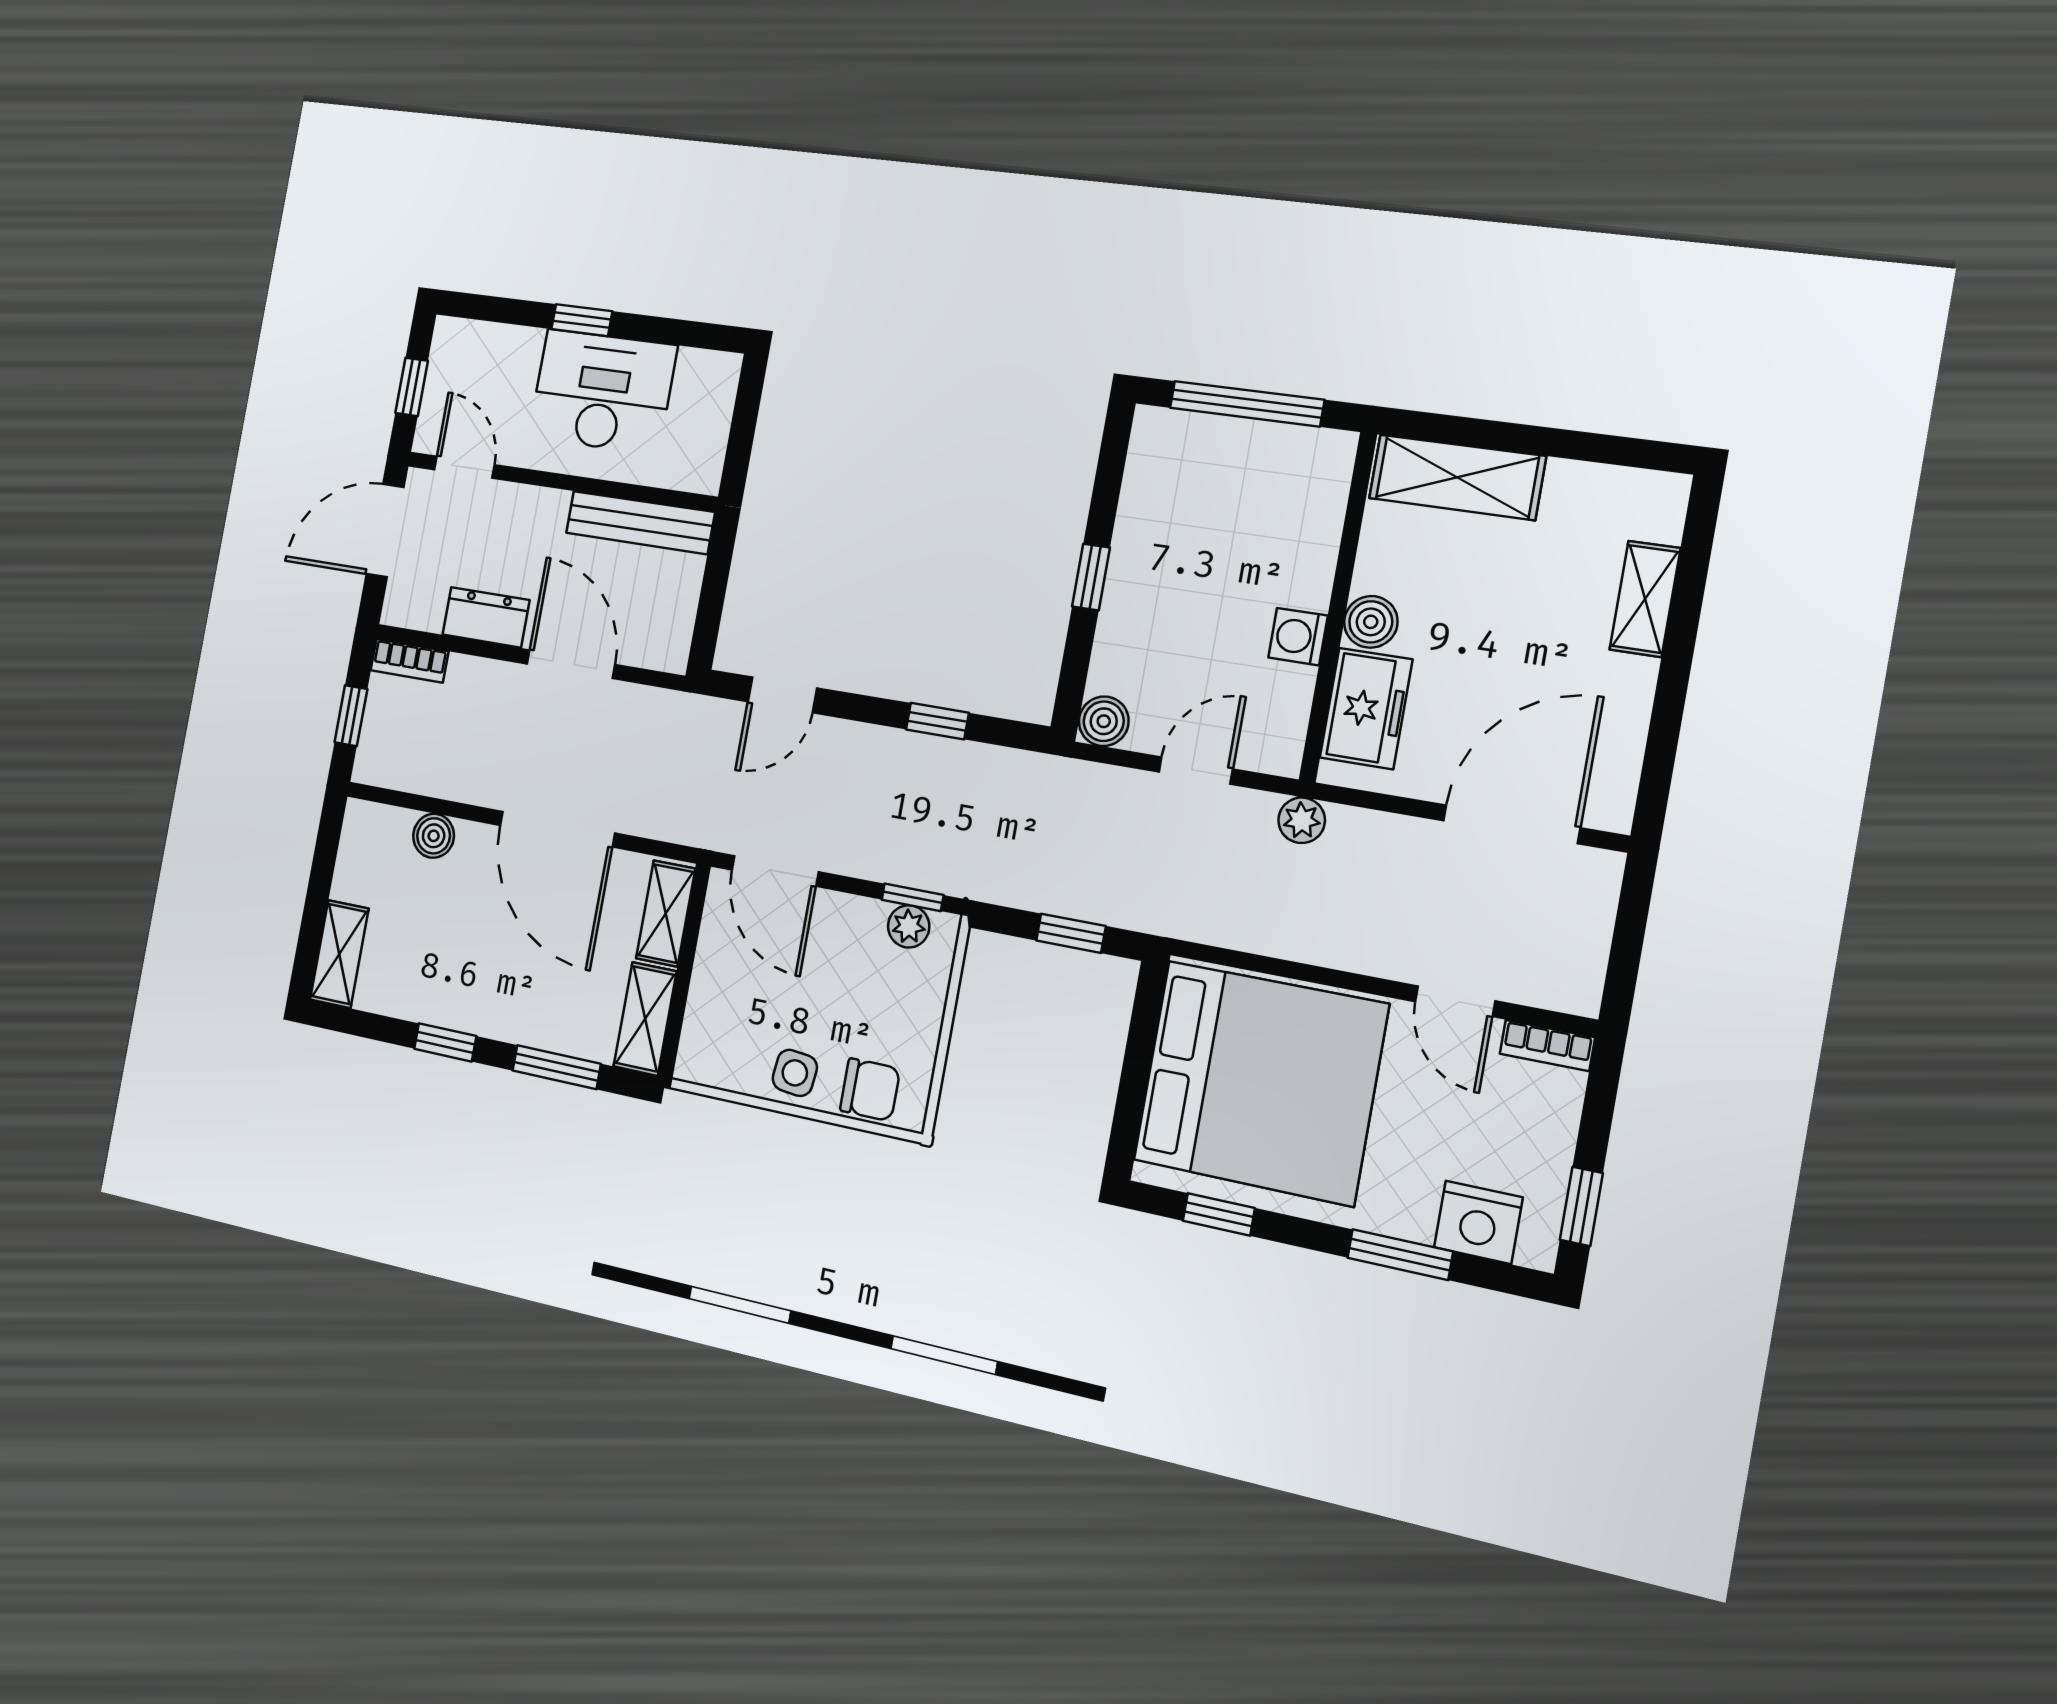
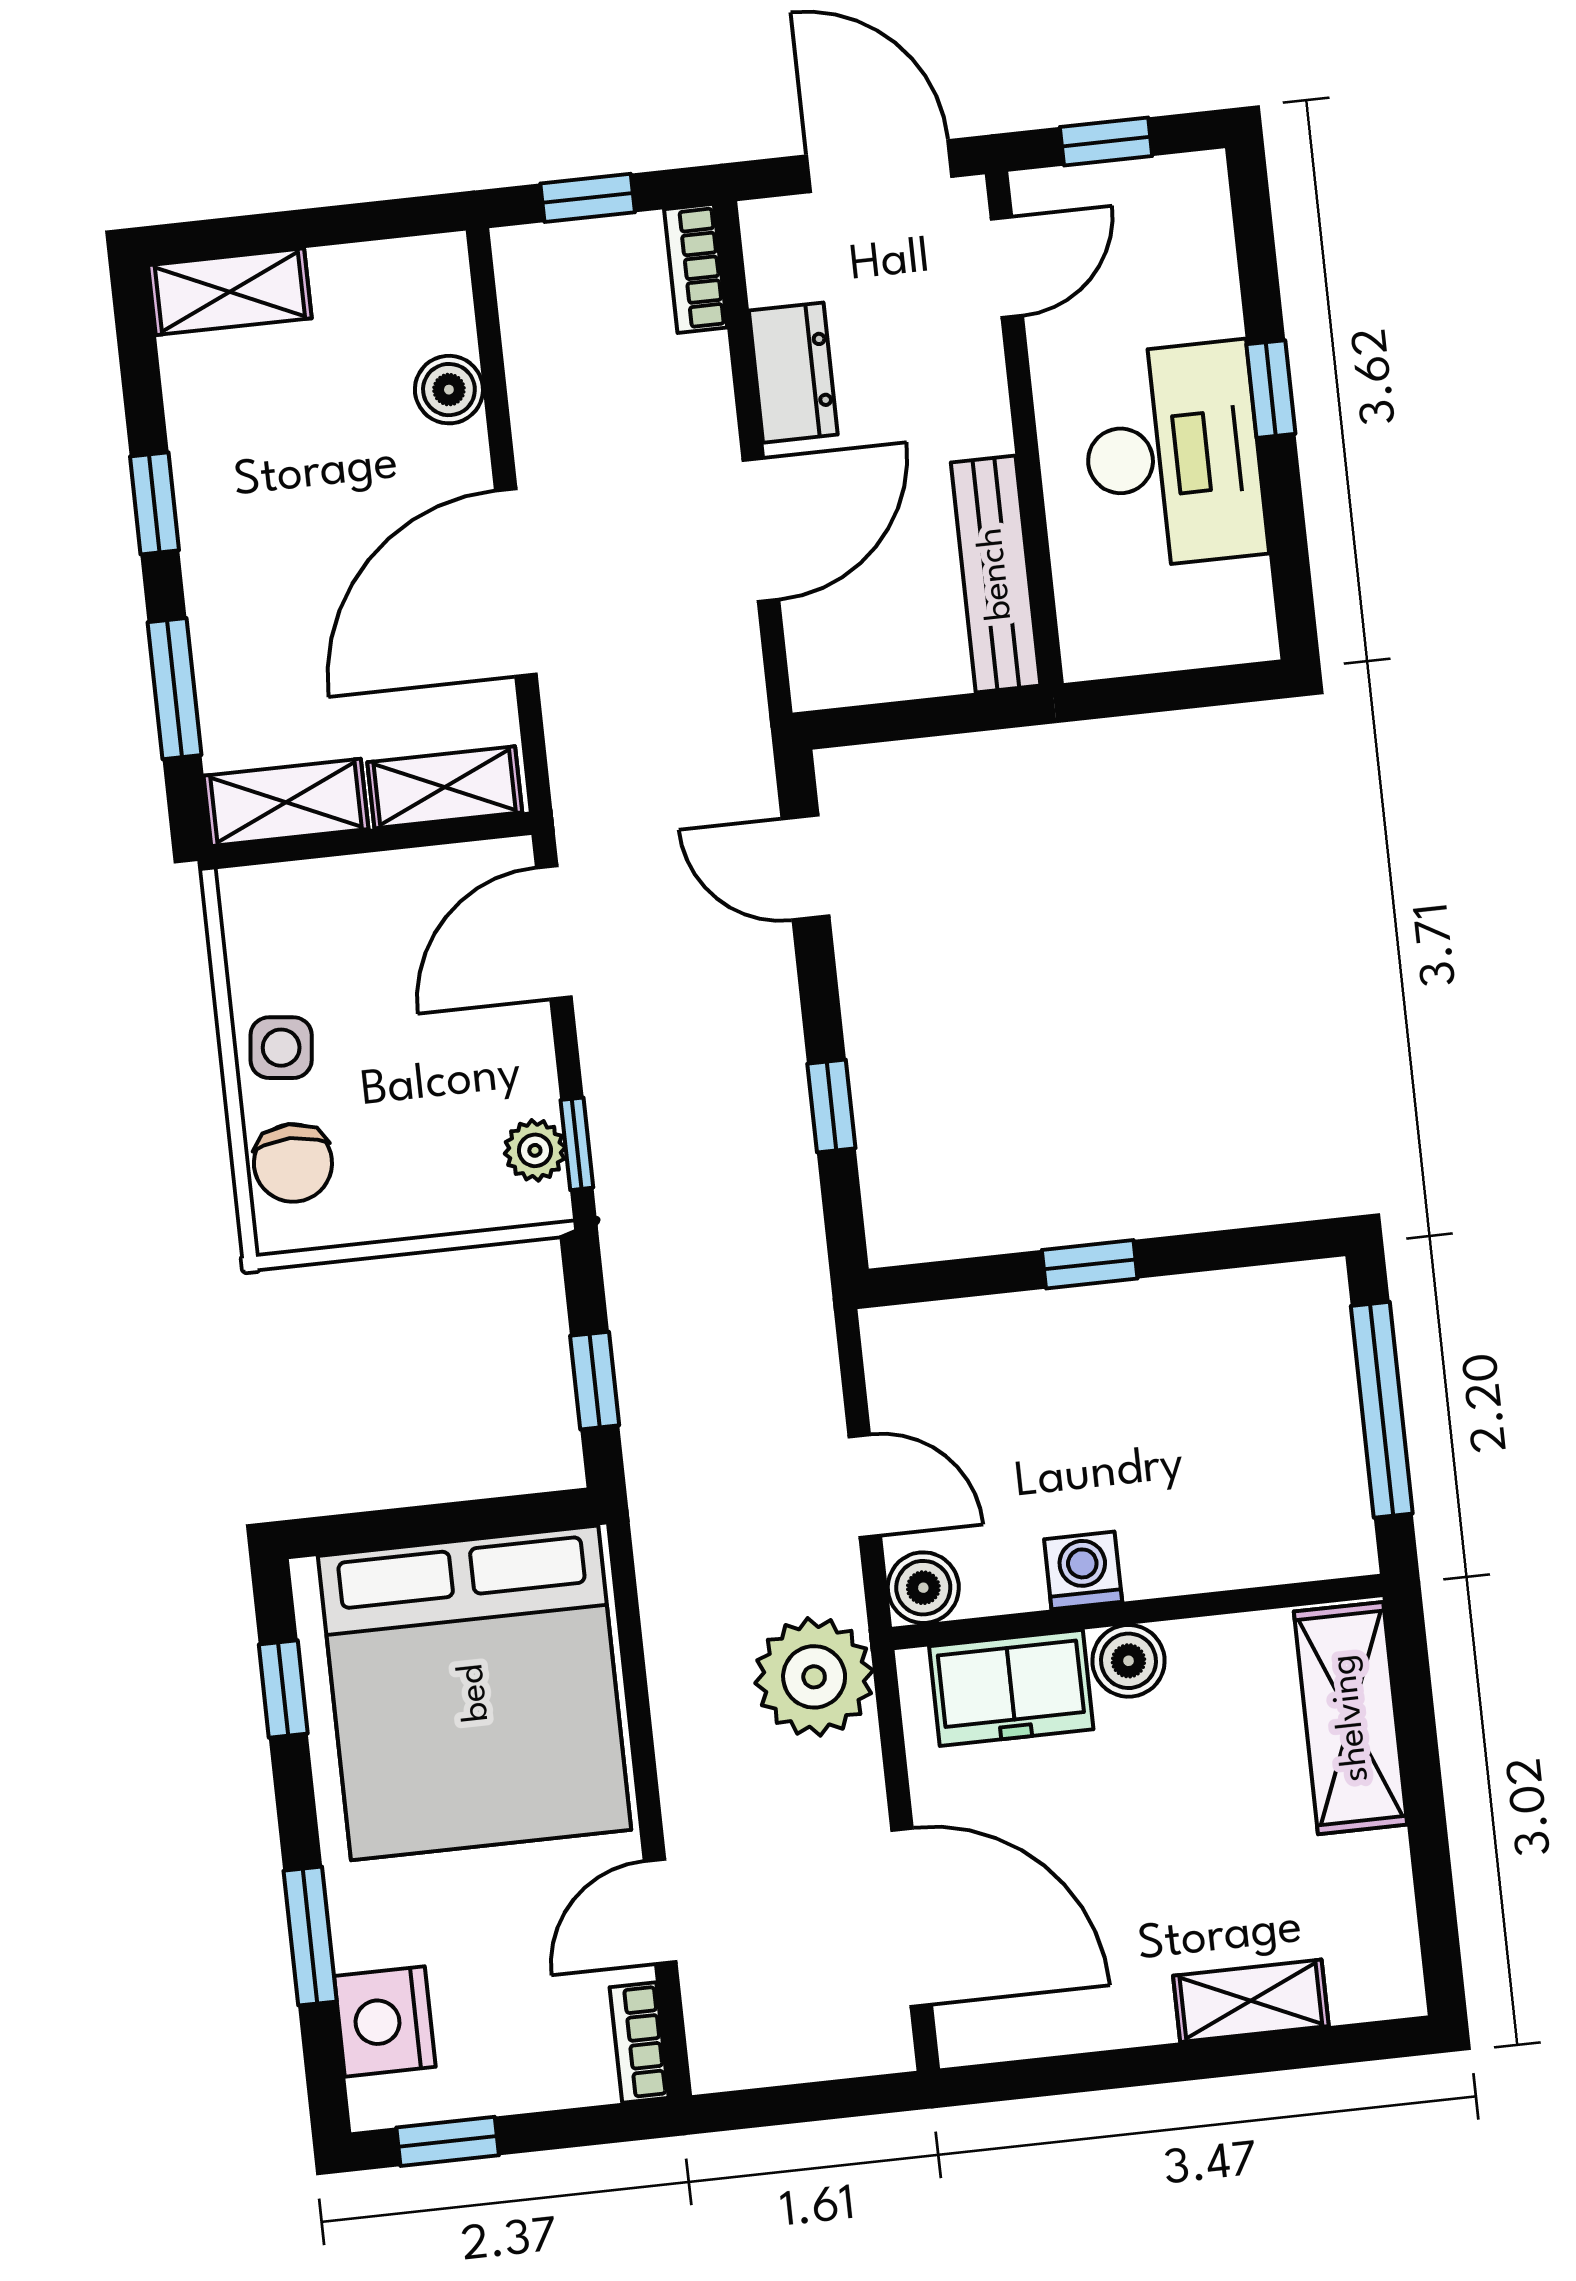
boiler: (1104, 721) -> (923, 1588), moved
plant: (1302, 820) -> (814, 1677), width x1.87, depth x1.87

